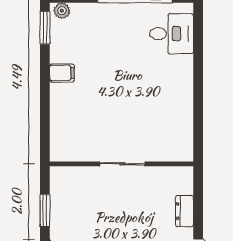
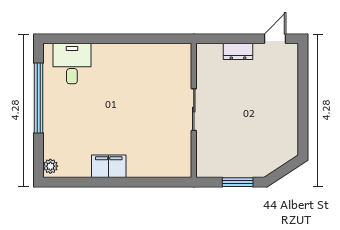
window: (45, 28) -> (66, 182), removed
filing cabinet: (62, 73) -> (109, 166), width x2.00

